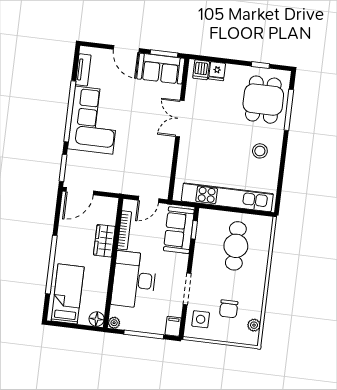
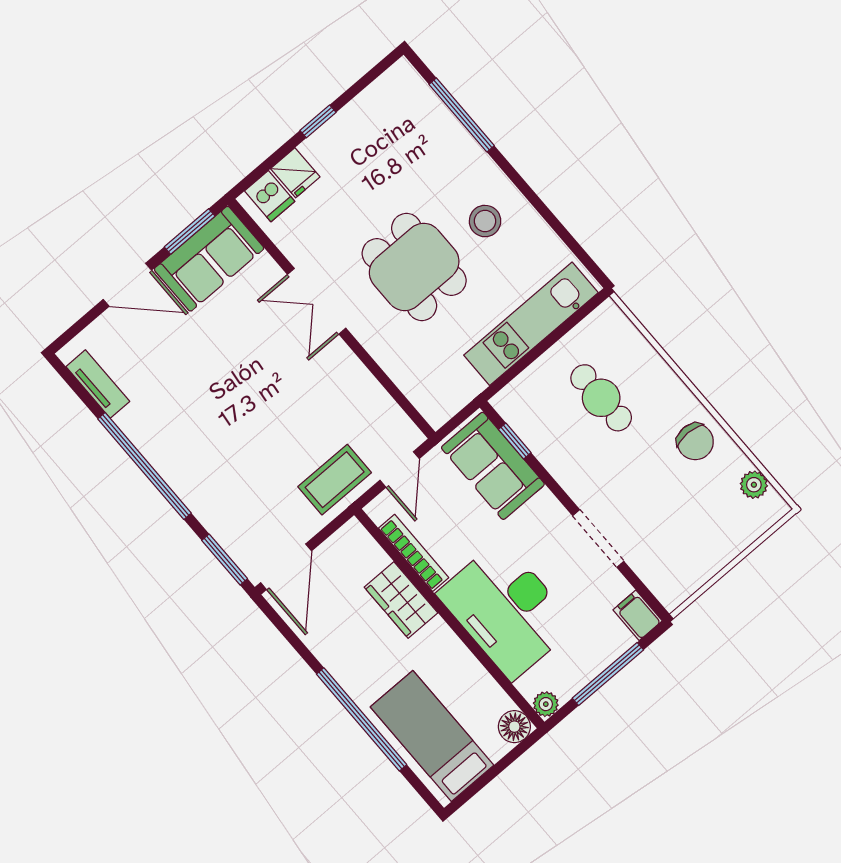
window: (260, 65) -> (318, 121), moved
dining table: (263, 100) -> (414, 267), moved
corner sofa: (94, 120) -> (193, 441), removed
coffee table: (125, 181) -> (335, 480), added
kitchen unit: (227, 197) -> (531, 324), width x0.73
cafe table: (236, 246) -> (601, 398), width x0.73, depth x0.74
chair: (229, 309) -> (695, 442), moved
side table: (201, 319) -> (667, 561), removed

